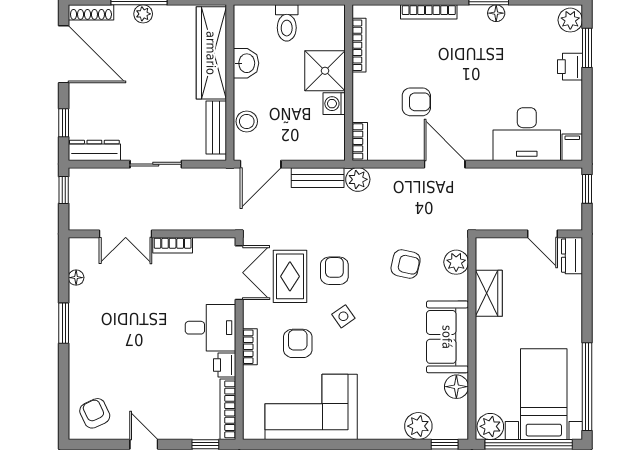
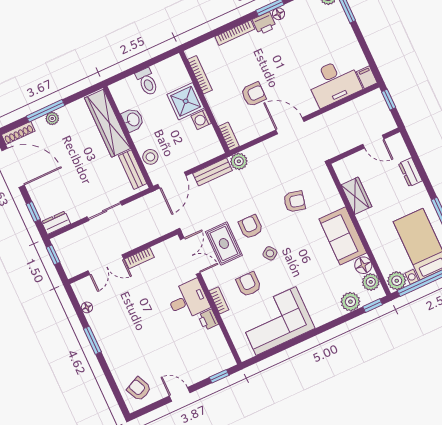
printer: (570, 67) -> (264, 23), moved, turned -90
dresser: (94, 150) -> (56, 223), width x0.70
dresser: (572, 256) -> (410, 172), moved
plant: (456, 262) -> (371, 282), moved
bookcase: (228, 409) -> (223, 347), removed

